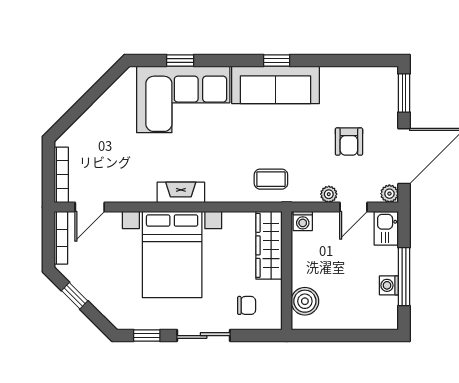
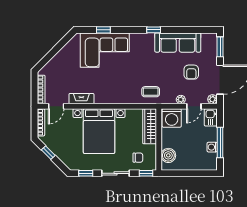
sofa: (276, 85) -> (178, 43), moved
fireplace: (181, 192) -> (81, 99), moved
washing machine: (303, 221) -> (172, 118), width x1.89, depth x1.89
window: (262, 336) -> (146, 173), added

